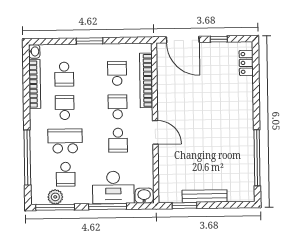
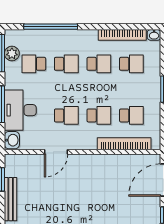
school desk: (64, 74) -> (131, 64), turned 180
door: (155, 132) -> (56, 152), moved
school desk: (118, 140) -> (66, 115), turned 180
school desk: (65, 141) -> (66, 64), width x0.54

